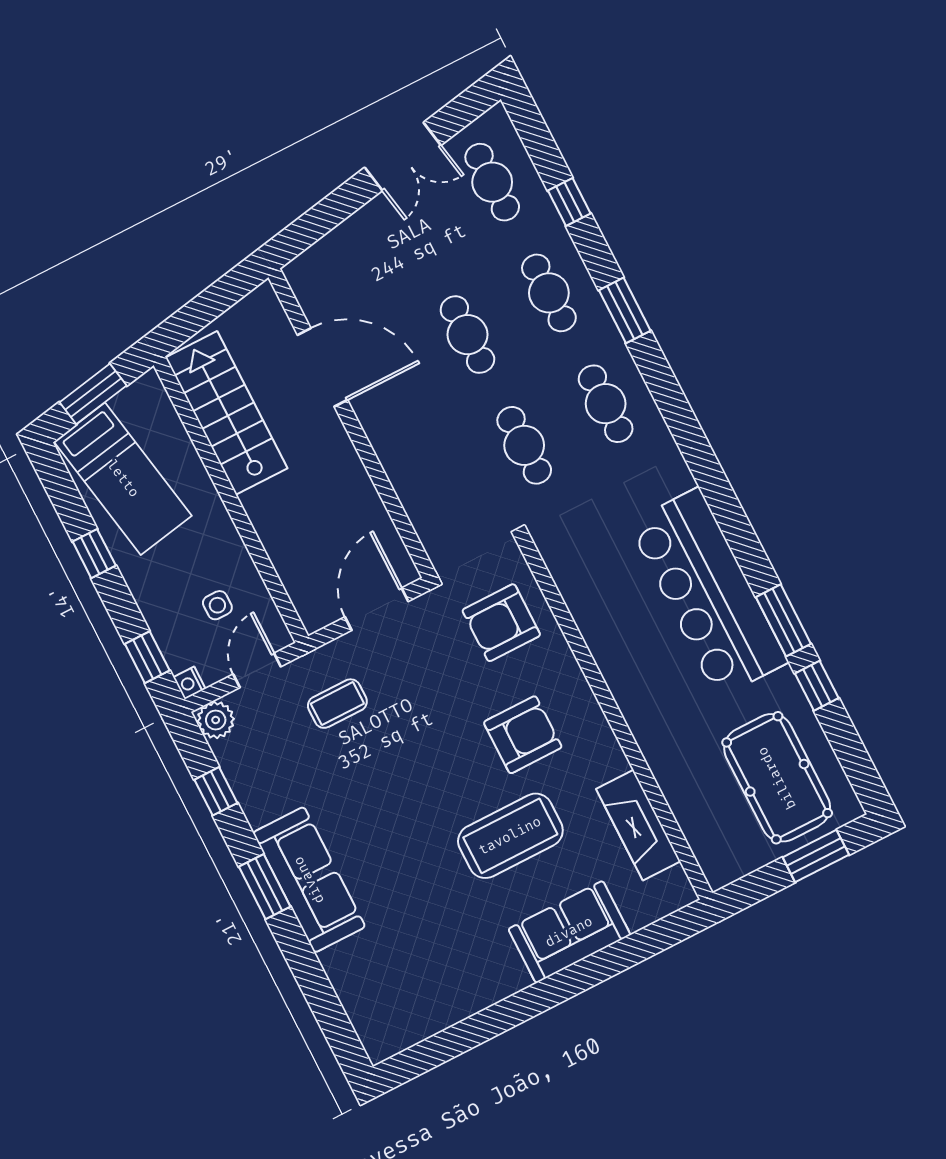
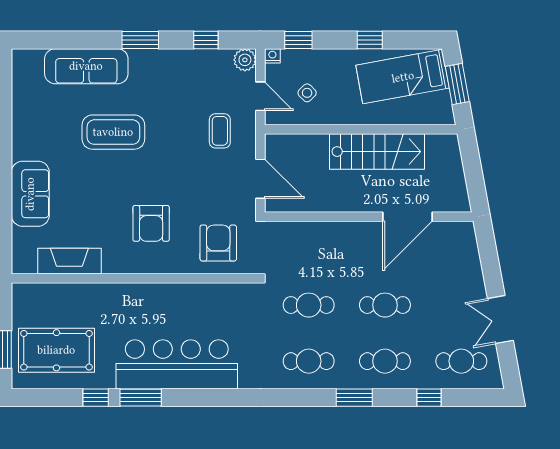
stairs: (226, 413) -> (377, 152), moved
side table: (217, 605) -> (307, 93), turned 45
coffee table: (510, 836) -> (113, 132), moved, turned 90
sofa: (309, 880) -> (86, 66), moved

